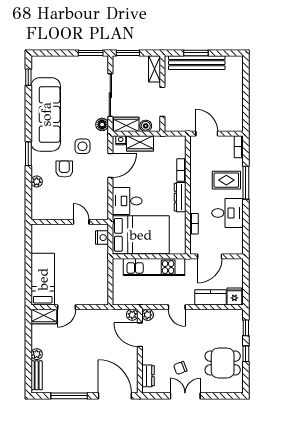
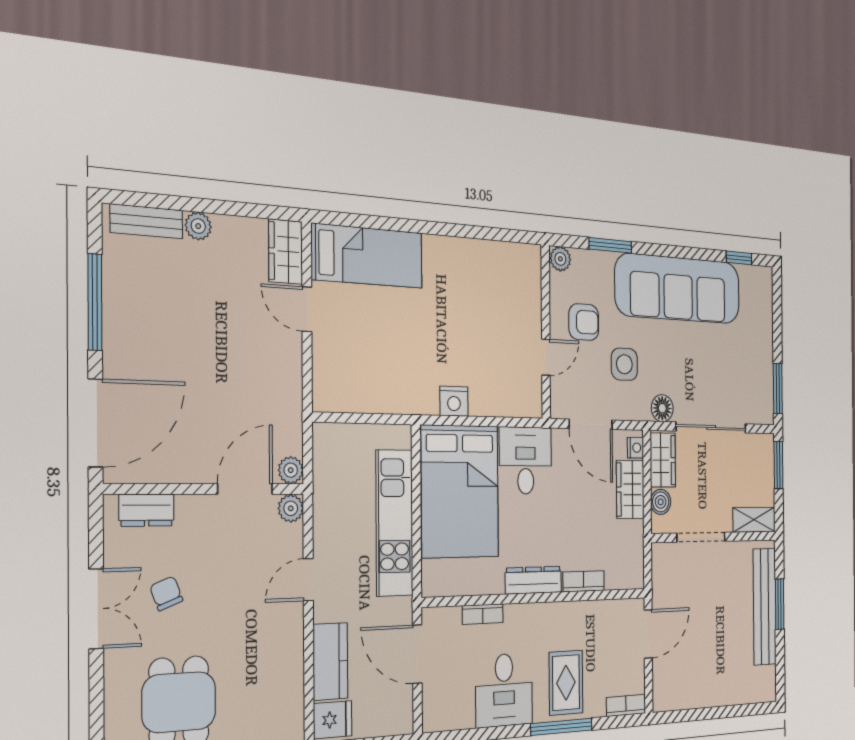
wall: (70, 222) -> (546, 332), moved
door: (81, 222) -> (546, 357), moved

